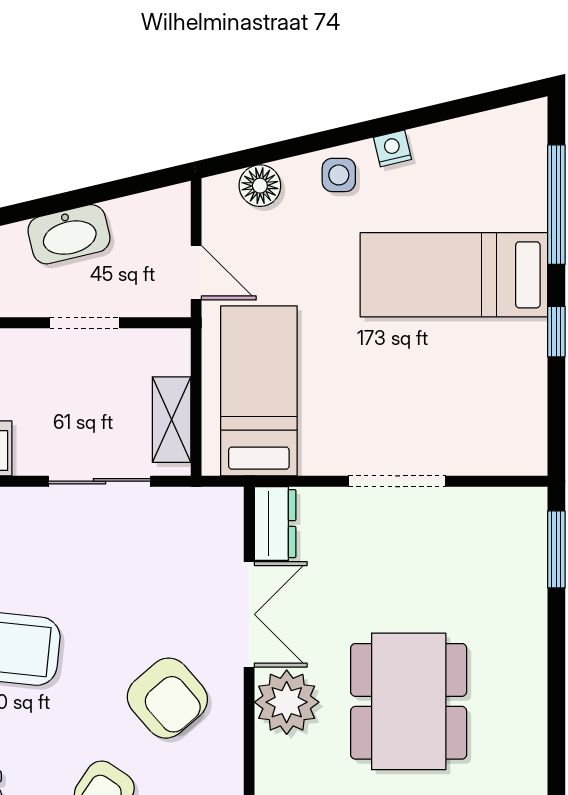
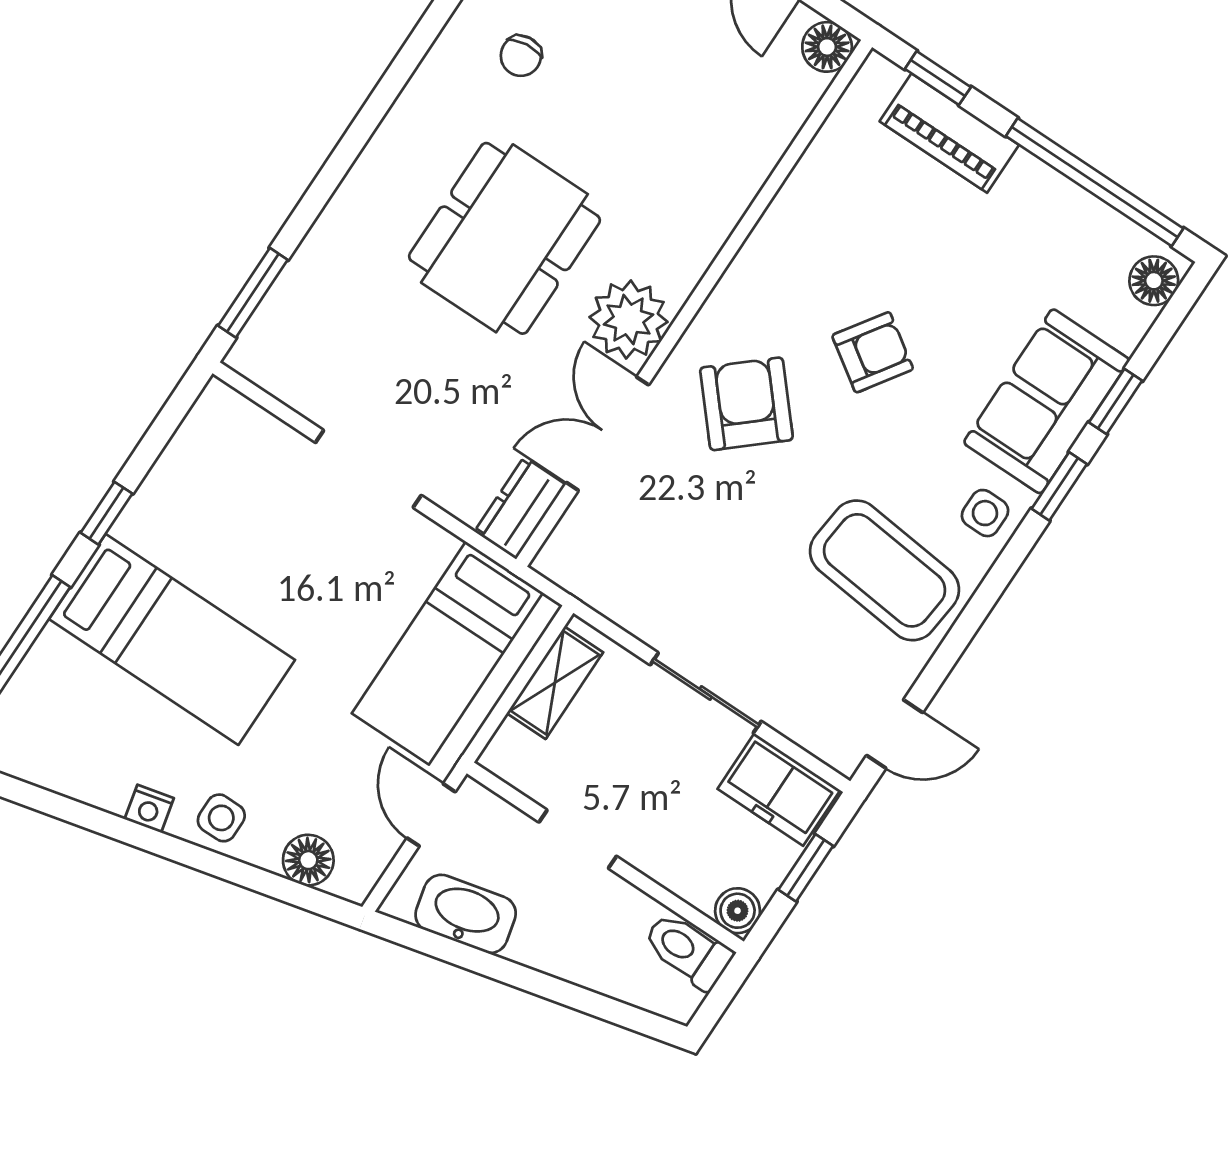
washbasin: (69, 234) -> (466, 914), moved
sliding door: (100, 481) -> (706, 693), moved

